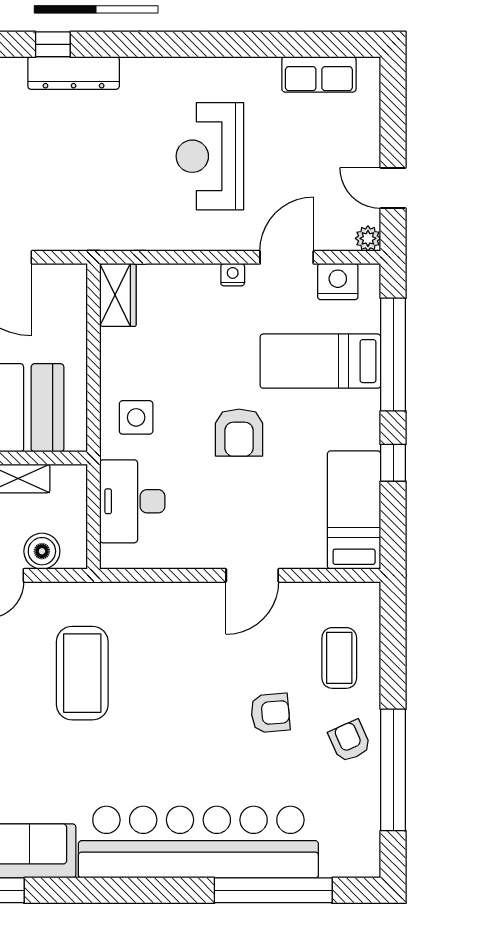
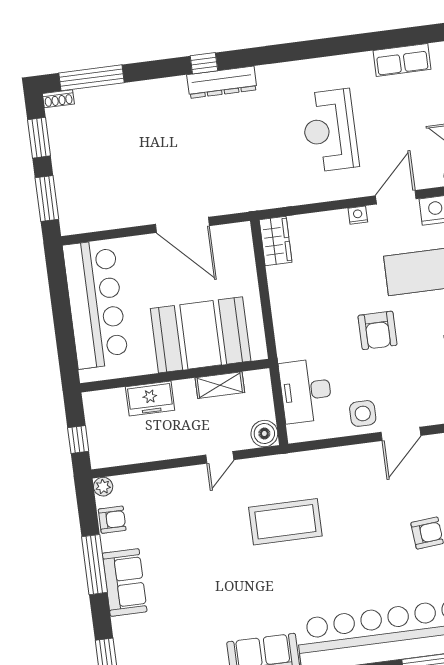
side table: (136, 417) -> (363, 413), moved
boiler: (42, 551) -> (264, 434), moved
coffee table: (82, 673) -> (285, 522), turned 90

